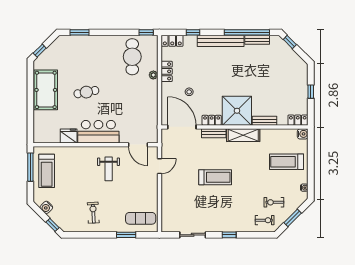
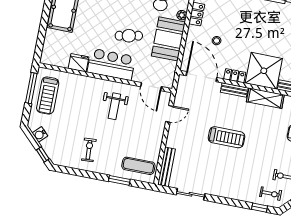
cafe table: (86, 92) -> (129, 36), moved
booth: (145, 99) -> (168, 39), added
bench: (166, 214) -> (166, 167), added
window: (229, 235) -> (259, 208), moved

